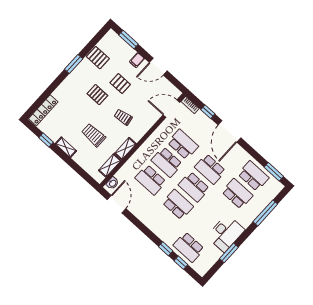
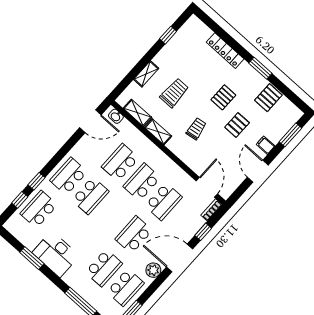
locker: (43, 110) -> (225, 51), moved
shelving: (66, 147) -> (146, 74), moved
plant: (239, 153) -> (153, 270), added
school desk: (194, 187) -> (69, 176), moved

